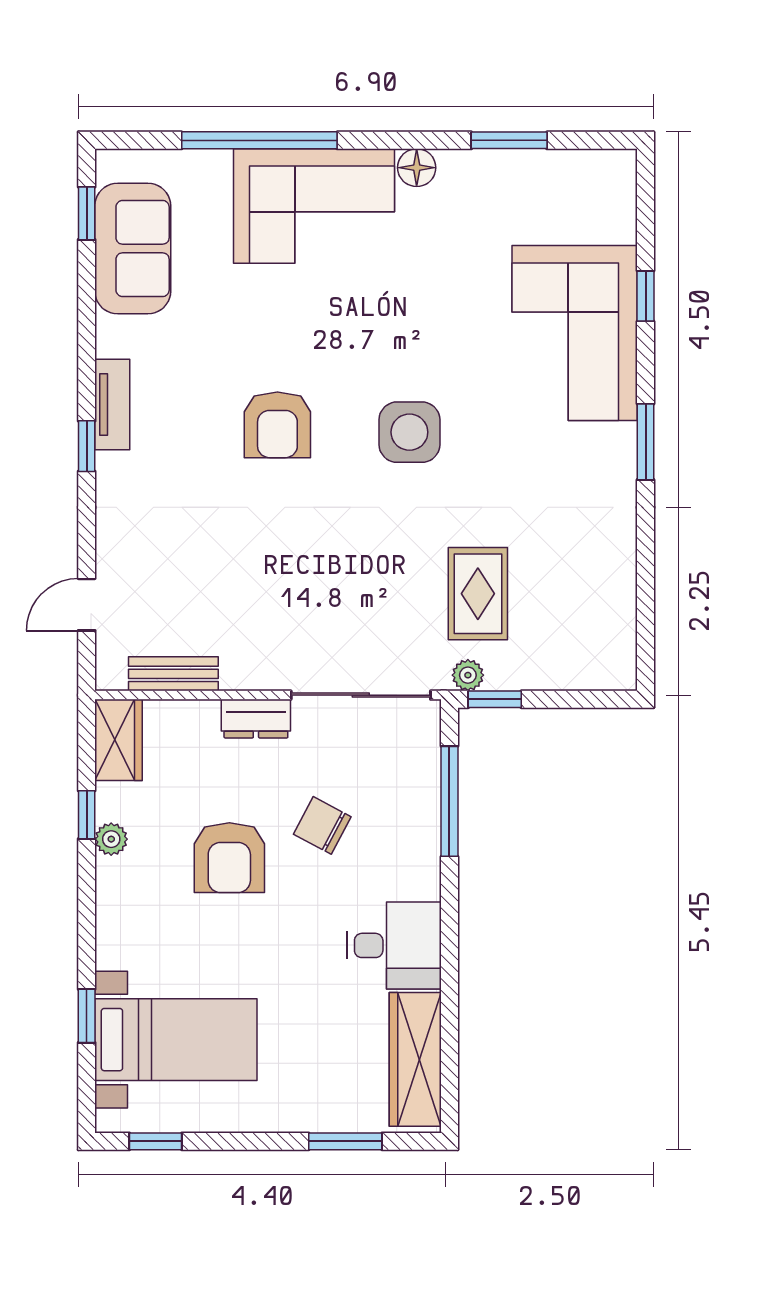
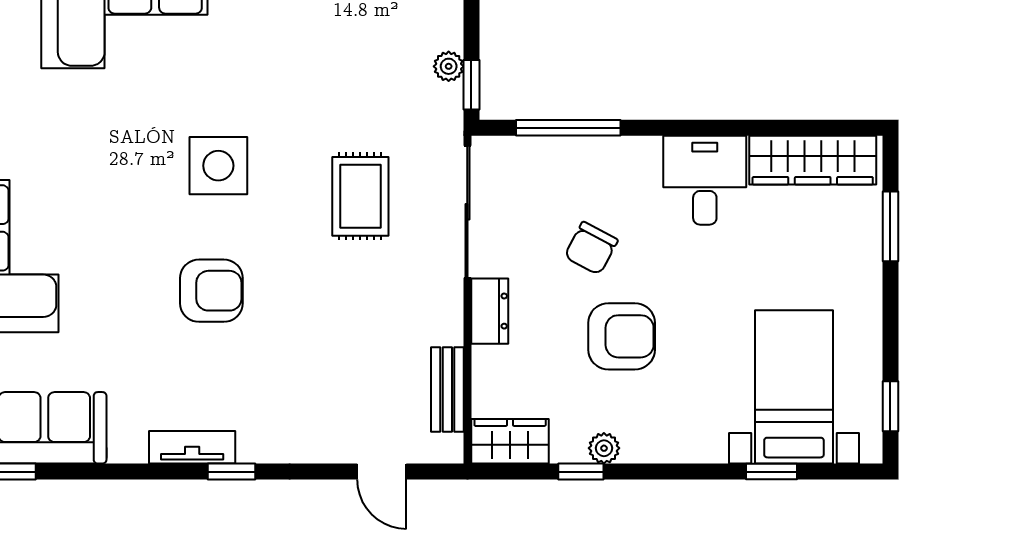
rug: (478, 594) -> (360, 196), moved, turned 90
plant: (468, 675) -> (449, 66), moved

